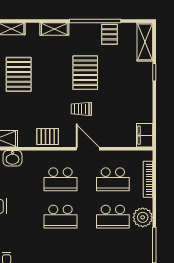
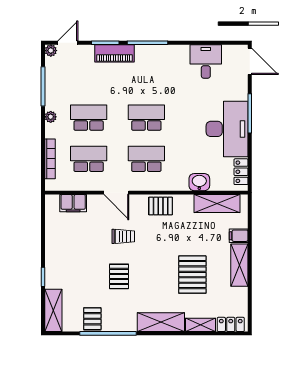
shelving: (54, 29) -> (161, 322), width x1.50, depth x1.33
pallet: (85, 73) -> (119, 276), width x0.67, depth x0.71
filing cabinet: (145, 135) -> (73, 203), moved, turned 90
plant: (143, 217) -> (51, 117), width x0.53, depth x0.53

